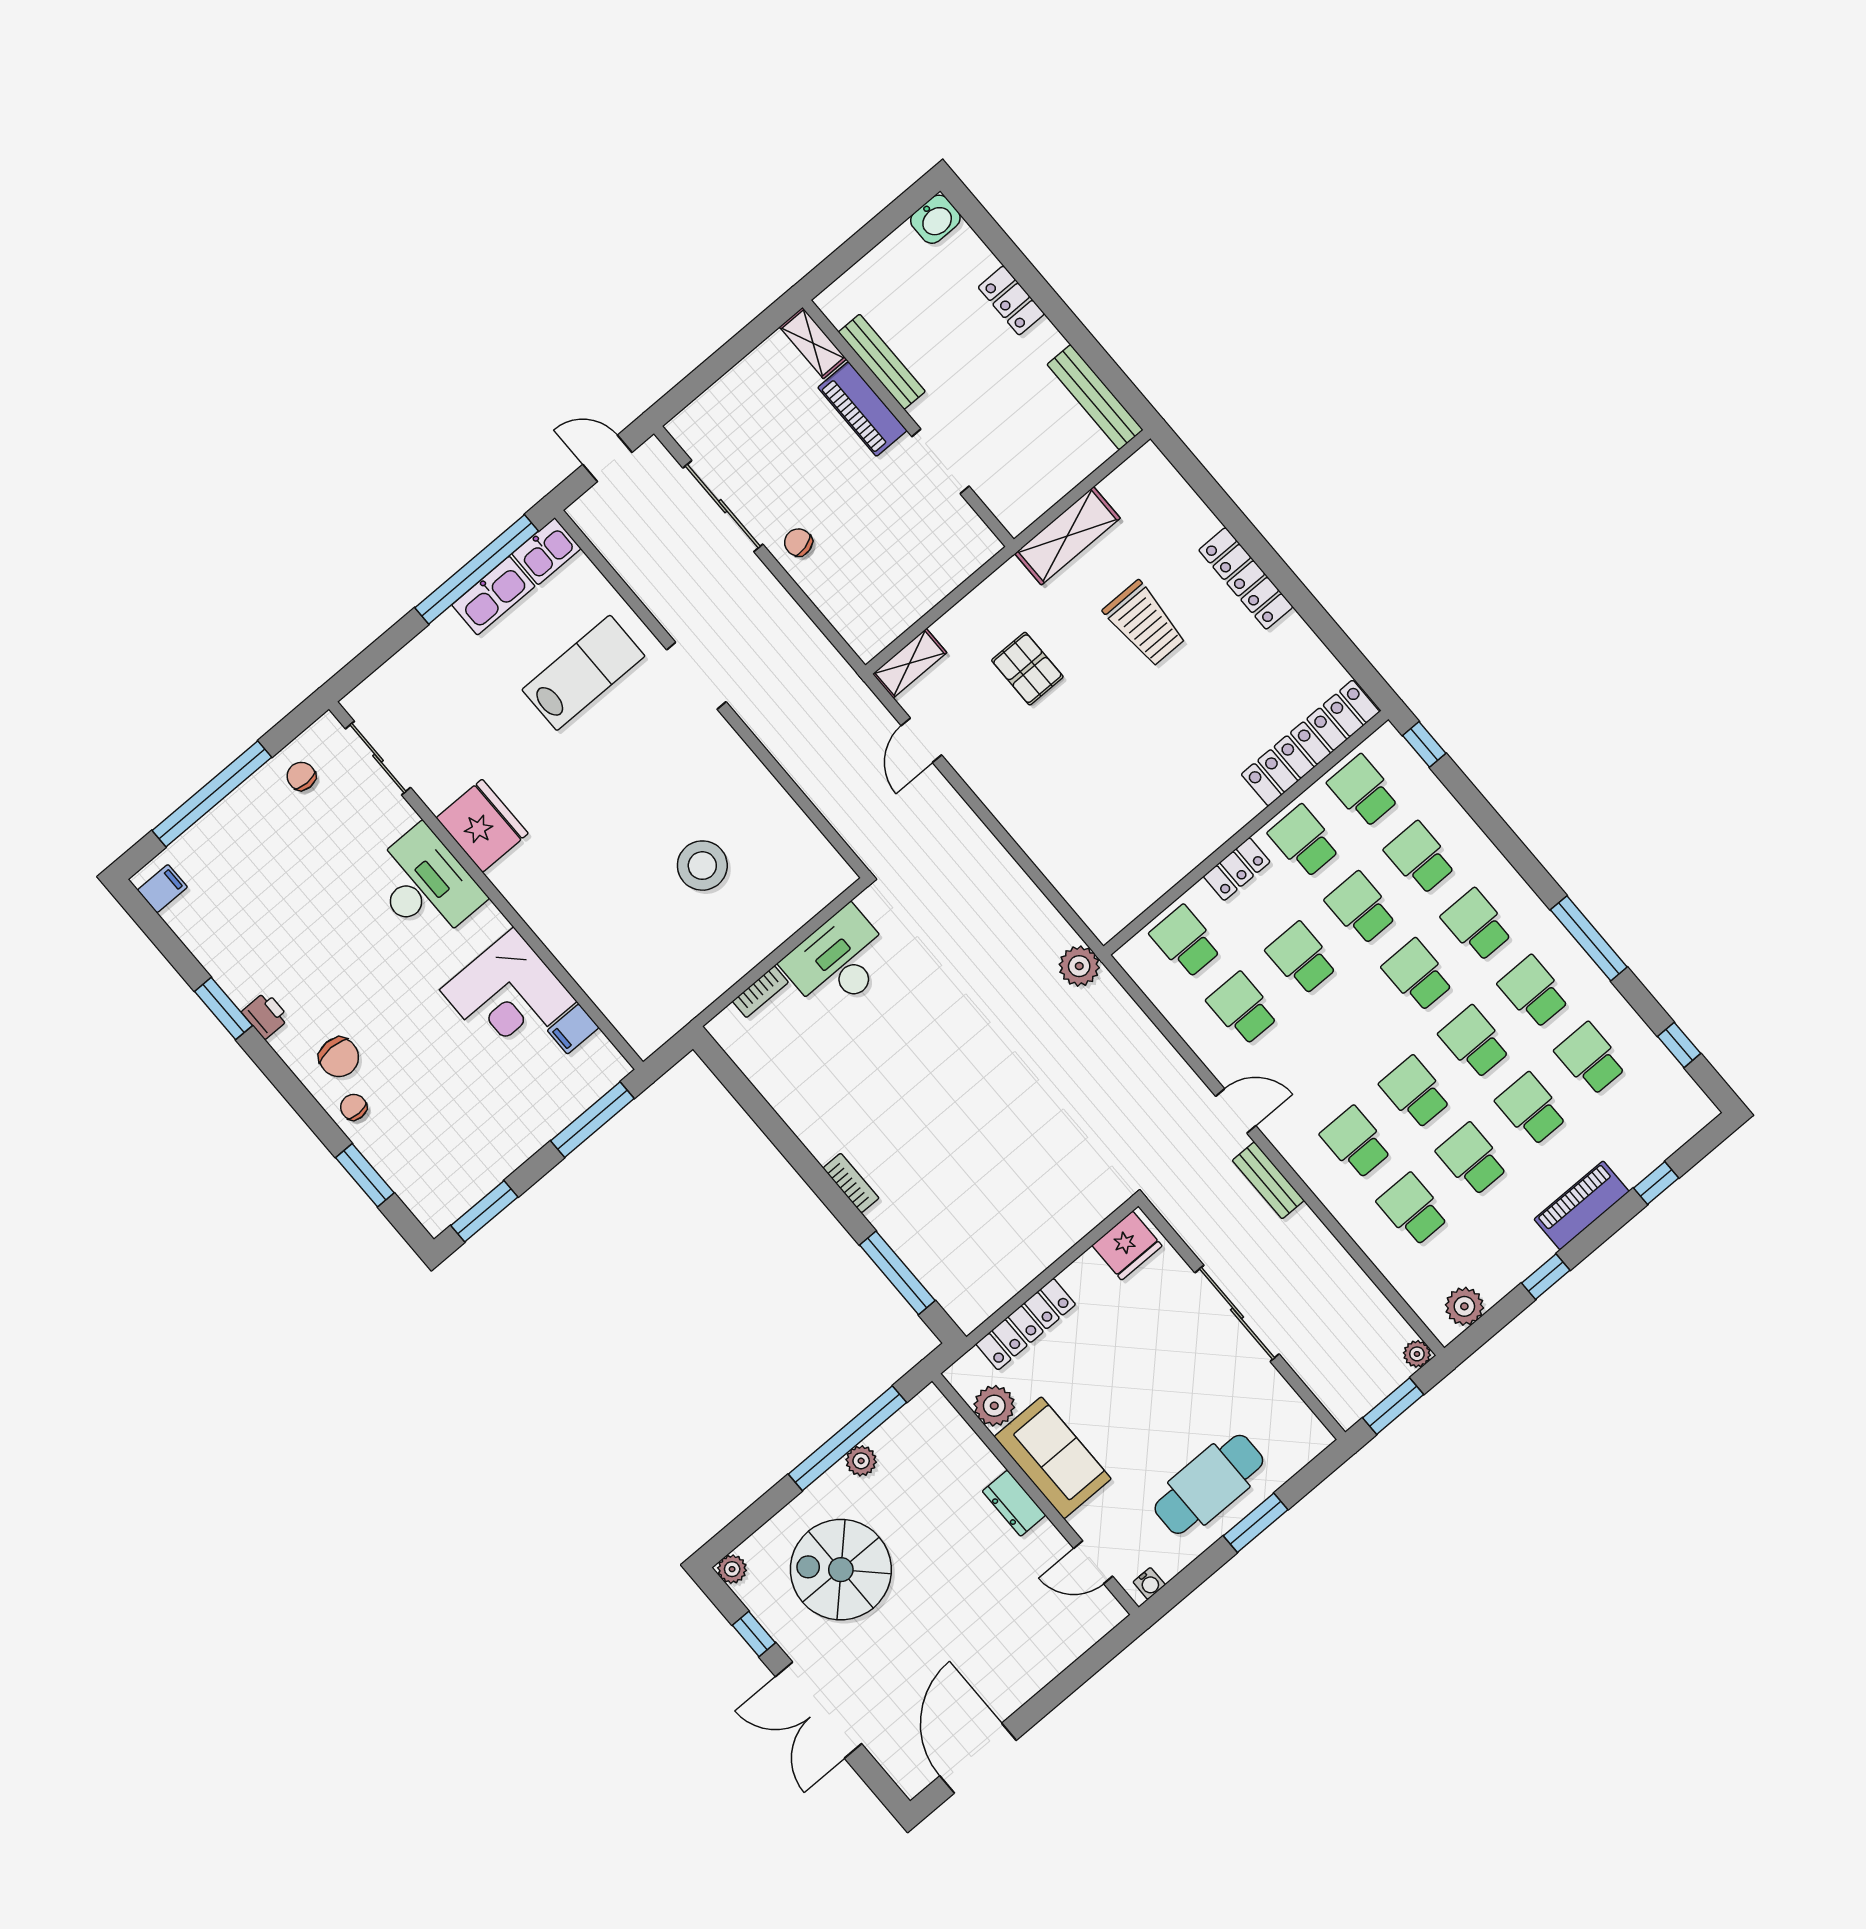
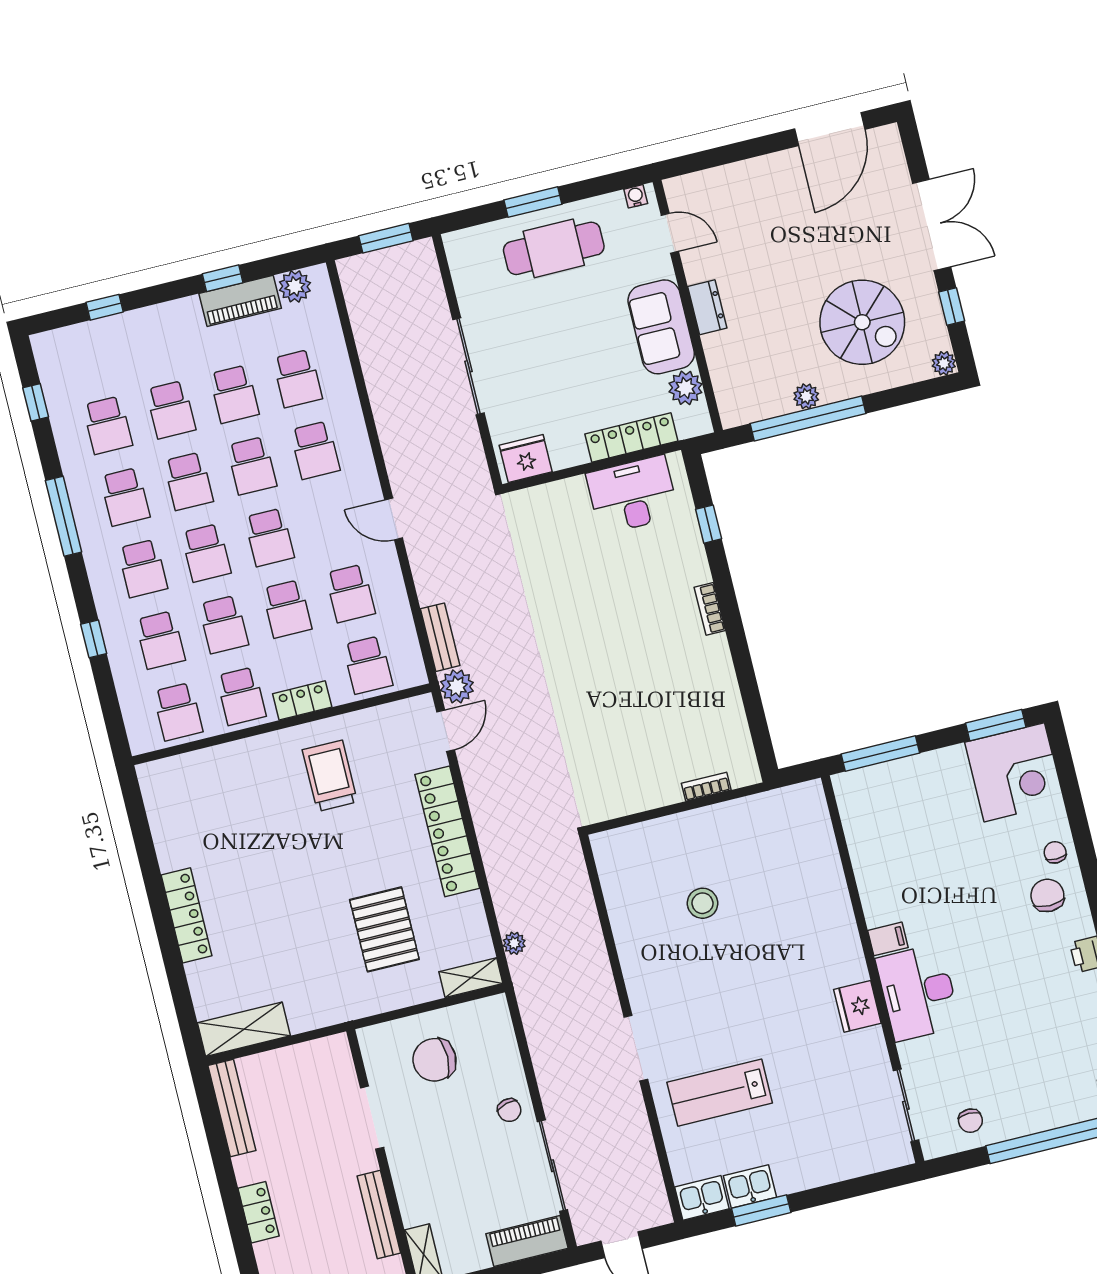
piano: (862, 409) -> (527, 1241), moved, turned -90
shelving: (1067, 536) -> (244, 1029), moved
chair: (905, 556) -> (435, 1060), added
window: (477, 569) -> (761, 1210), width x0.47
kitchen sink: (493, 596) -> (750, 1186), width x0.73
trolley: (1145, 624) -> (330, 776), moved
pallet: (1027, 669) -> (384, 929), width x1.50, depth x1.42
door: (921, 740) -> (446, 731), moved
locker: (1310, 743) -> (447, 831), moved, turned 90
window: (1424, 744) -> (94, 639), moved
fridge: (482, 826) -> (857, 1006), width x0.73, depth x0.75
stool: (702, 866) -> (702, 903), width x0.73, depth x0.73
desk: (838, 961) -> (632, 495), moved, turned 180
corner desk: (508, 996) -> (1014, 772), moved, turned 90
school desk: (1358, 1025) -> (269, 537), added
filing cabinet: (573, 1029) -> (888, 939), moved
chair: (354, 1107) -> (1055, 852), turned 180
window: (365, 1175) -> (1072, 797), removed
bench: (1268, 1180) -> (440, 637), moved
piano: (1582, 1205) -> (240, 301), moved
window: (897, 1273) -> (709, 524), width x0.46
plant: (1417, 1354) -> (514, 943), moved

